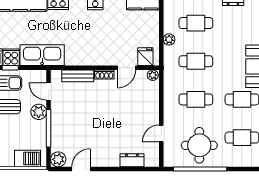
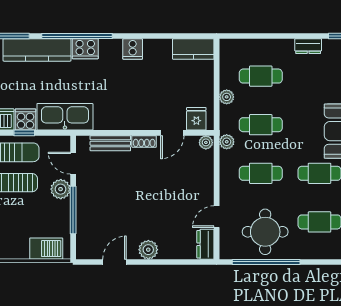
plant: (169, 75) -> (227, 142), added
plant: (58, 159) -> (148, 250), moved
dresser: (132, 160) -> (205, 244), moved, turned -90

